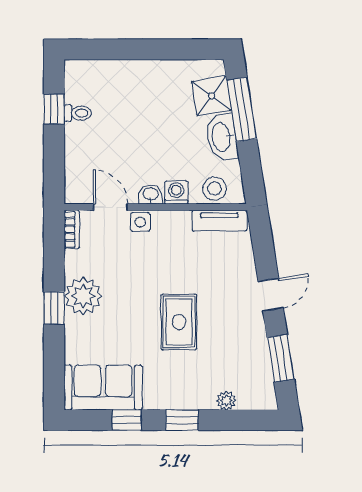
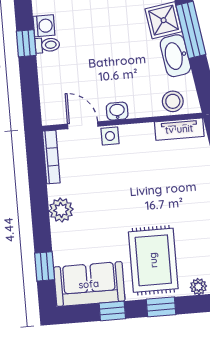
washing machine: (176, 192) -> (44, 26), moved, turned 90
bookcase: (72, 229) -> (51, 157), width x1.56
plant: (83, 296) -> (61, 210), width x0.73, depth x0.73
window: (54, 308) -> (45, 266), moved
rug: (179, 322) -> (153, 260), moved, width x1.36, depth x1.43

